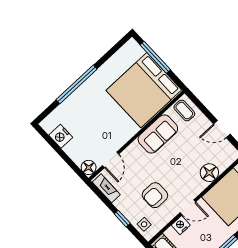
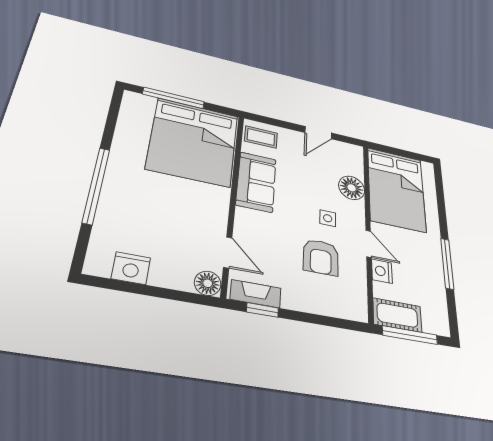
door: (188, 207) -> (369, 244), hinge flipped
window: (122, 219) -> (262, 310), moved
side table: (144, 224) -> (328, 218), moved

